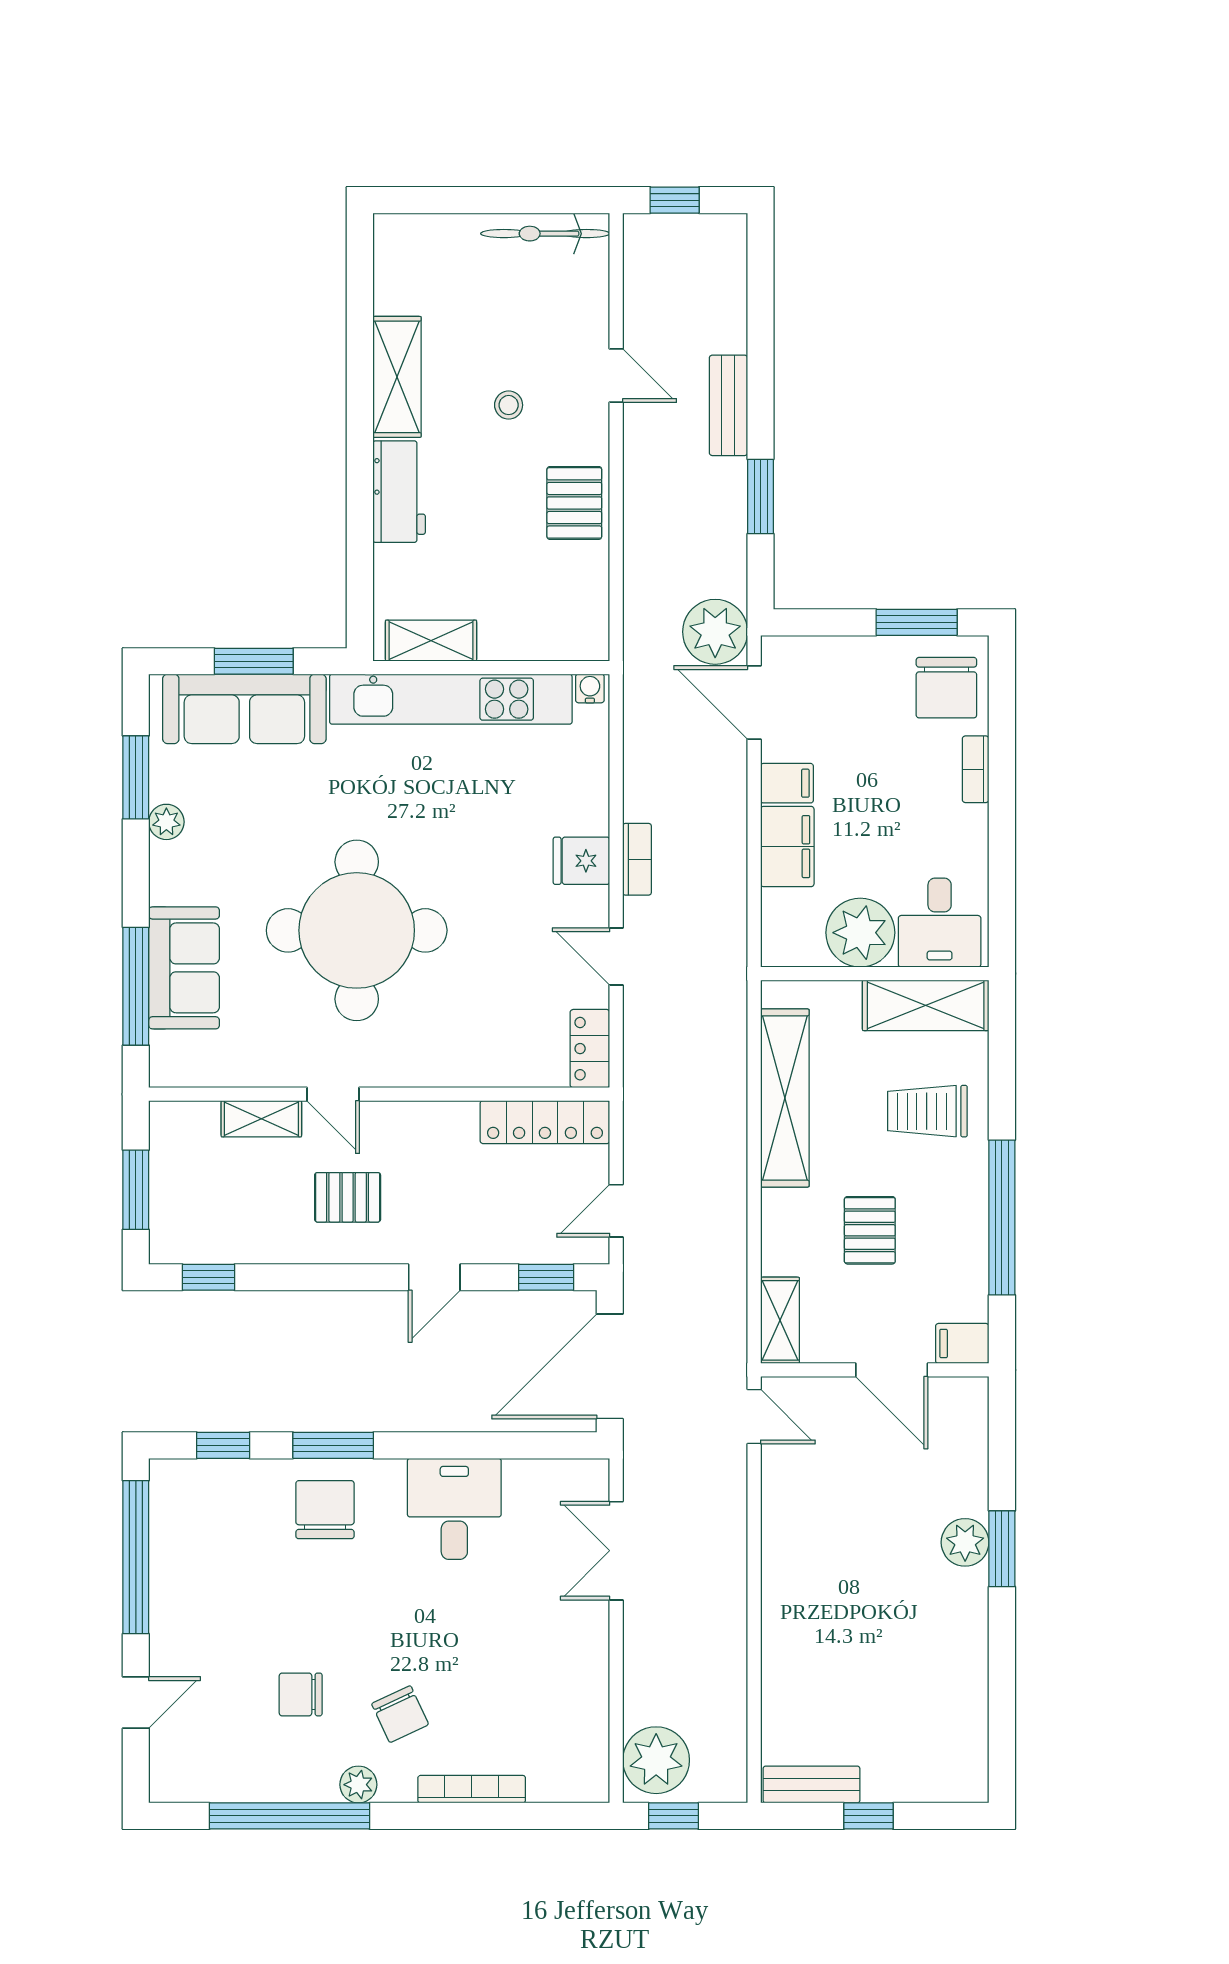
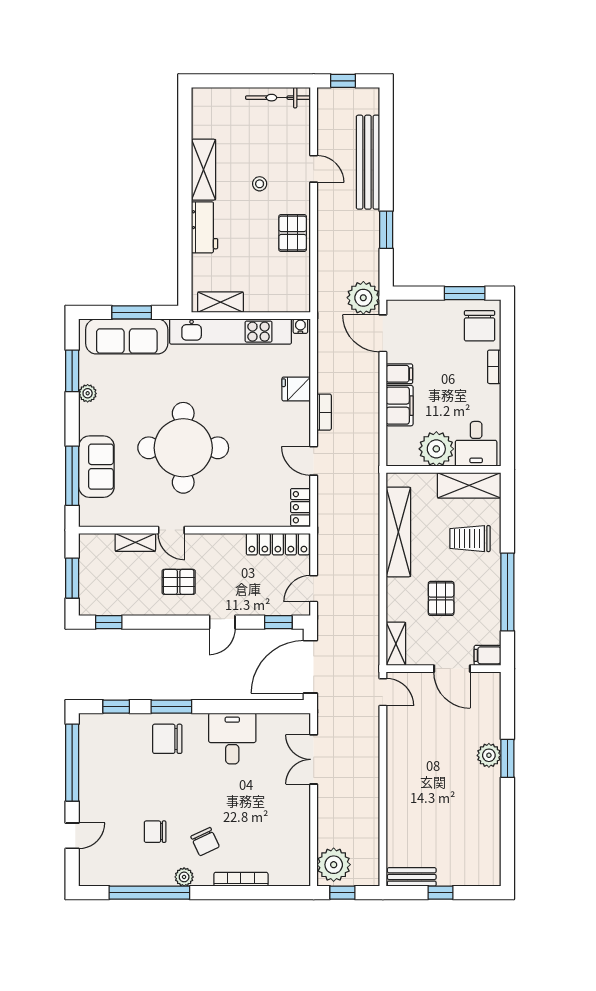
bench: (728, 405) -> (368, 162), width x1.86, depth x1.21
fridge: (581, 861) -> (296, 389), moved
chair: (325, 1510) -> (167, 739), turned -90

